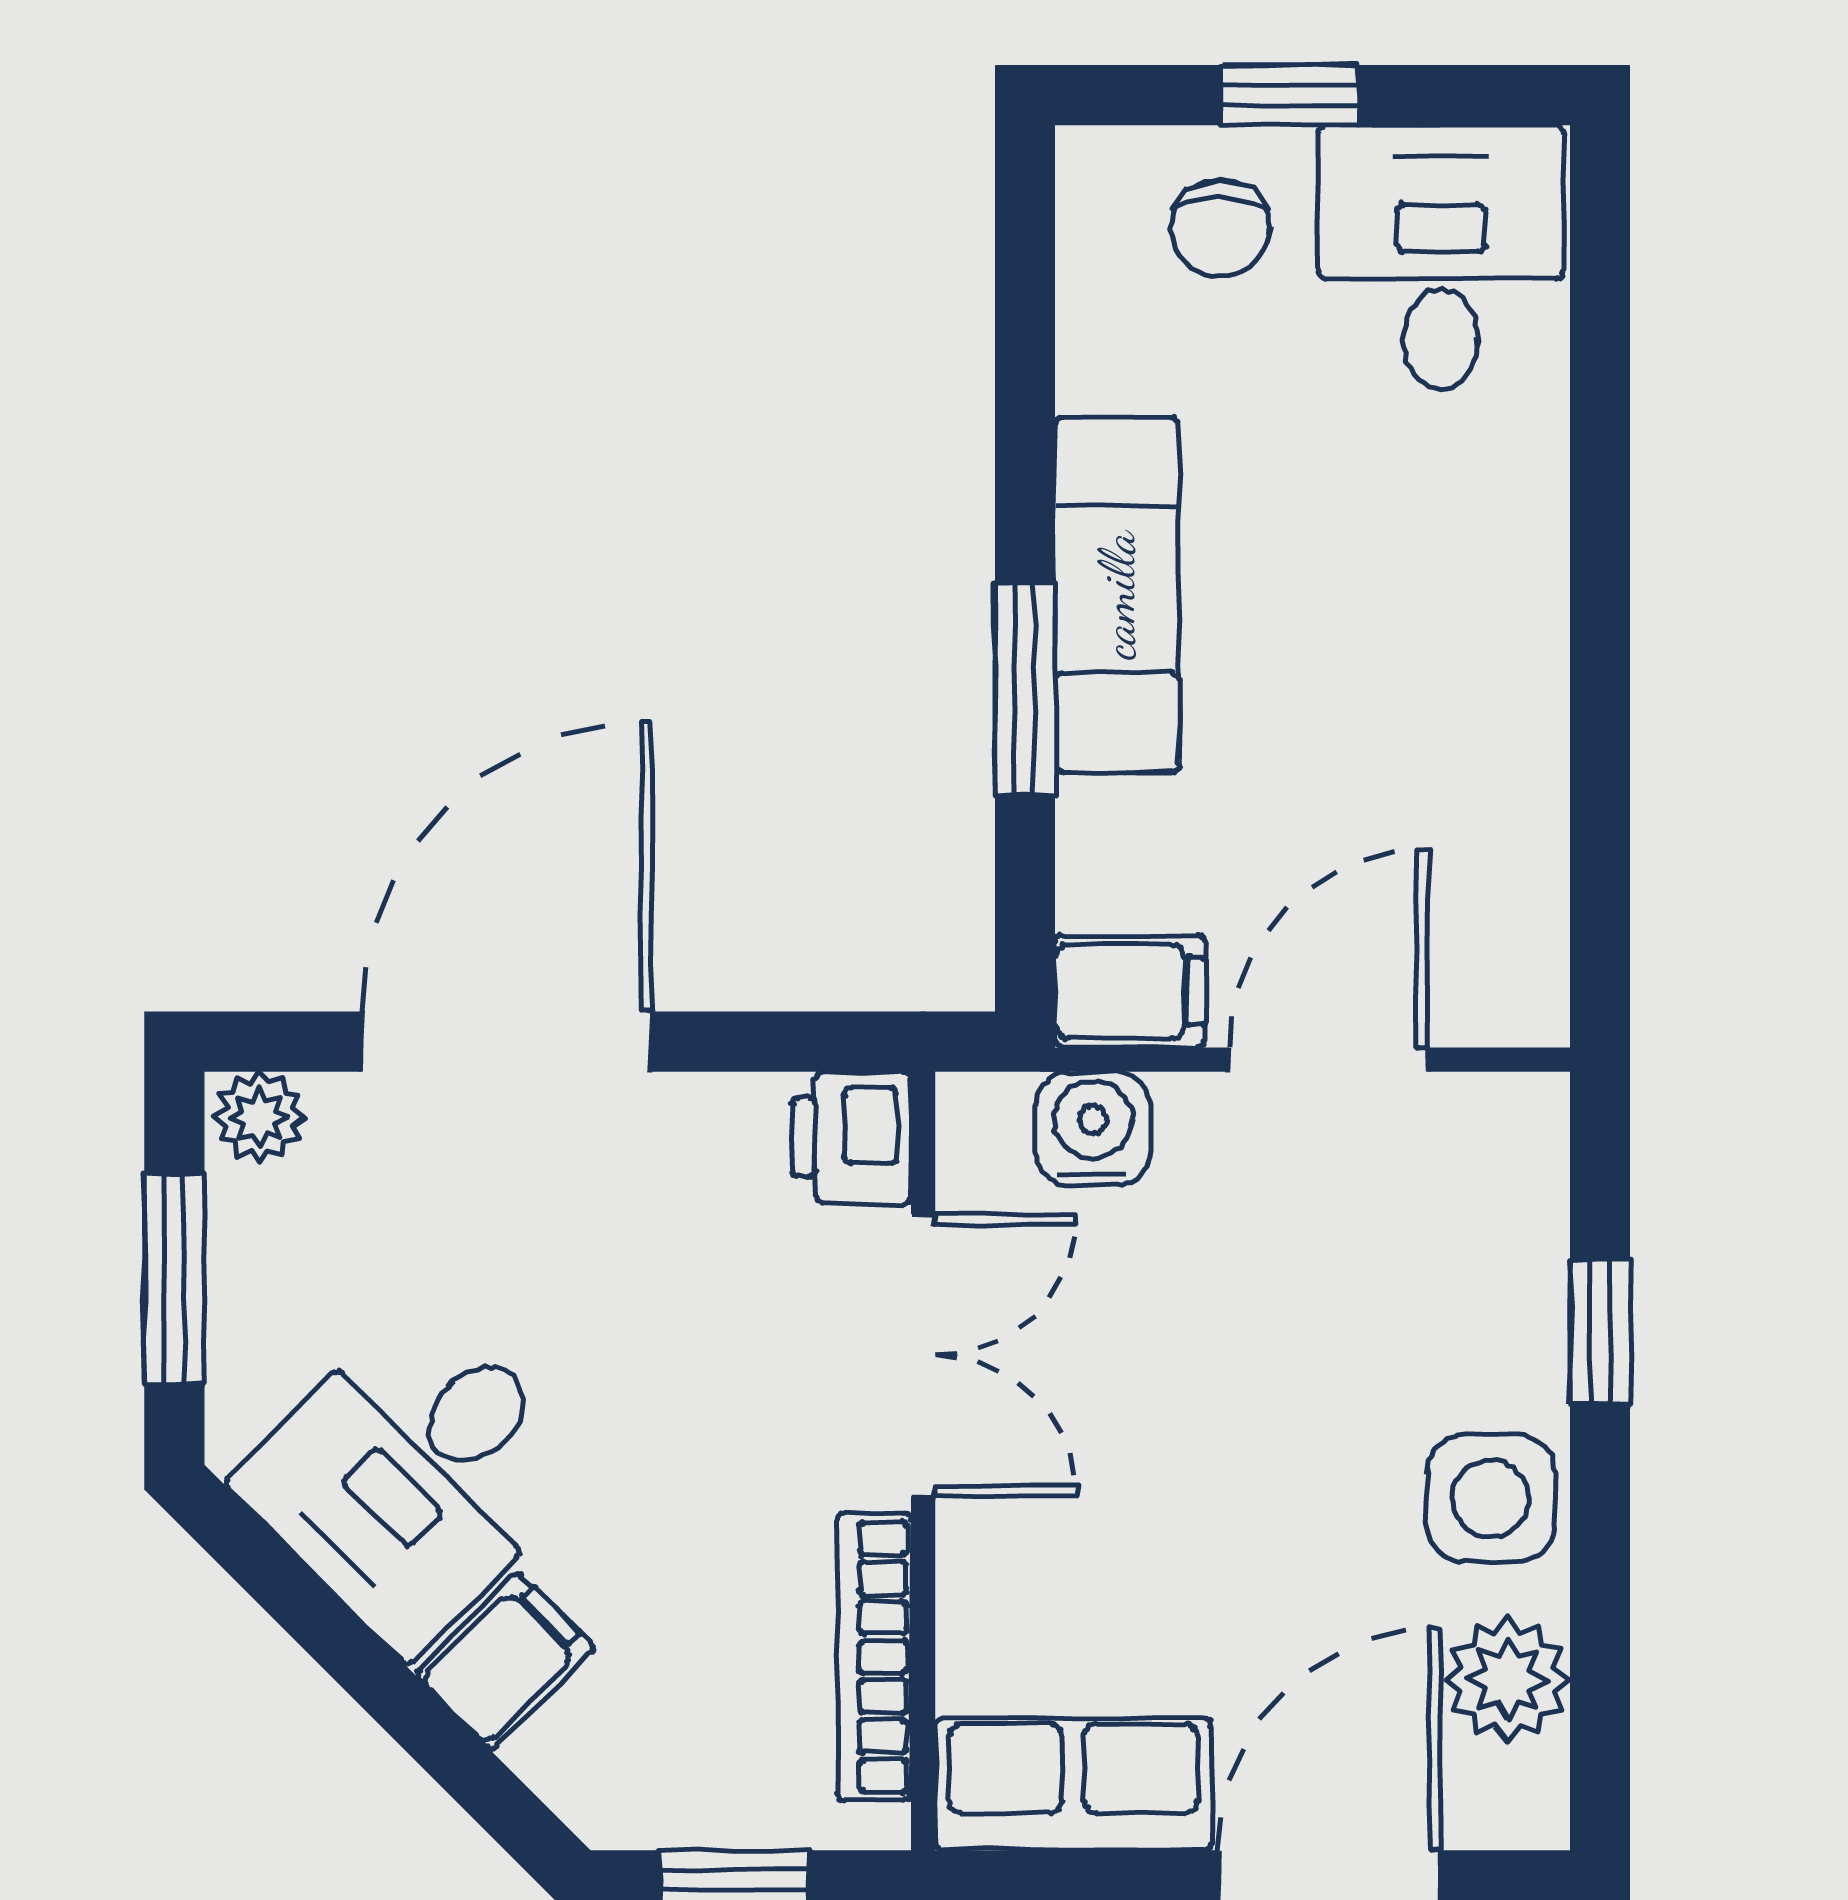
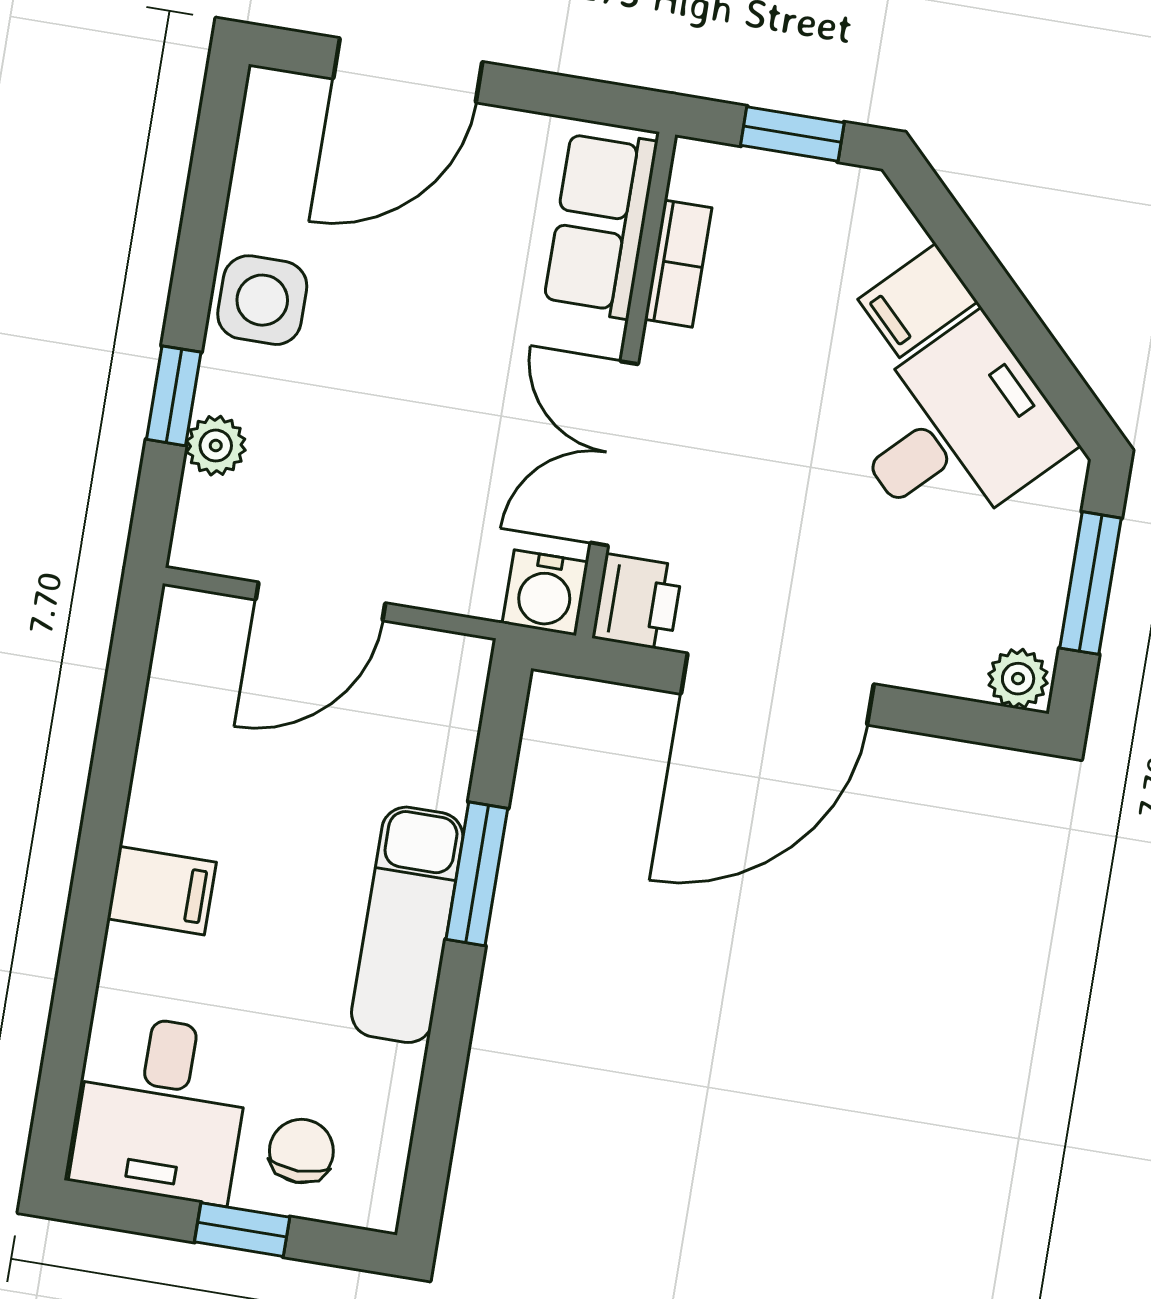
filing cabinet: (1130, 991) -> (162, 891), moved, turned 180
door: (507, 1042) -> (777, 689), moved
water cooler: (1093, 1129) -> (545, 593), moved
bookcase: (874, 1657) -> (678, 264), width x0.64
plant: (1507, 1679) -> (216, 446), moved, width x0.73, depth x0.73
row of seats: (1073, 1784) -> (600, 224), moved, turned 90

